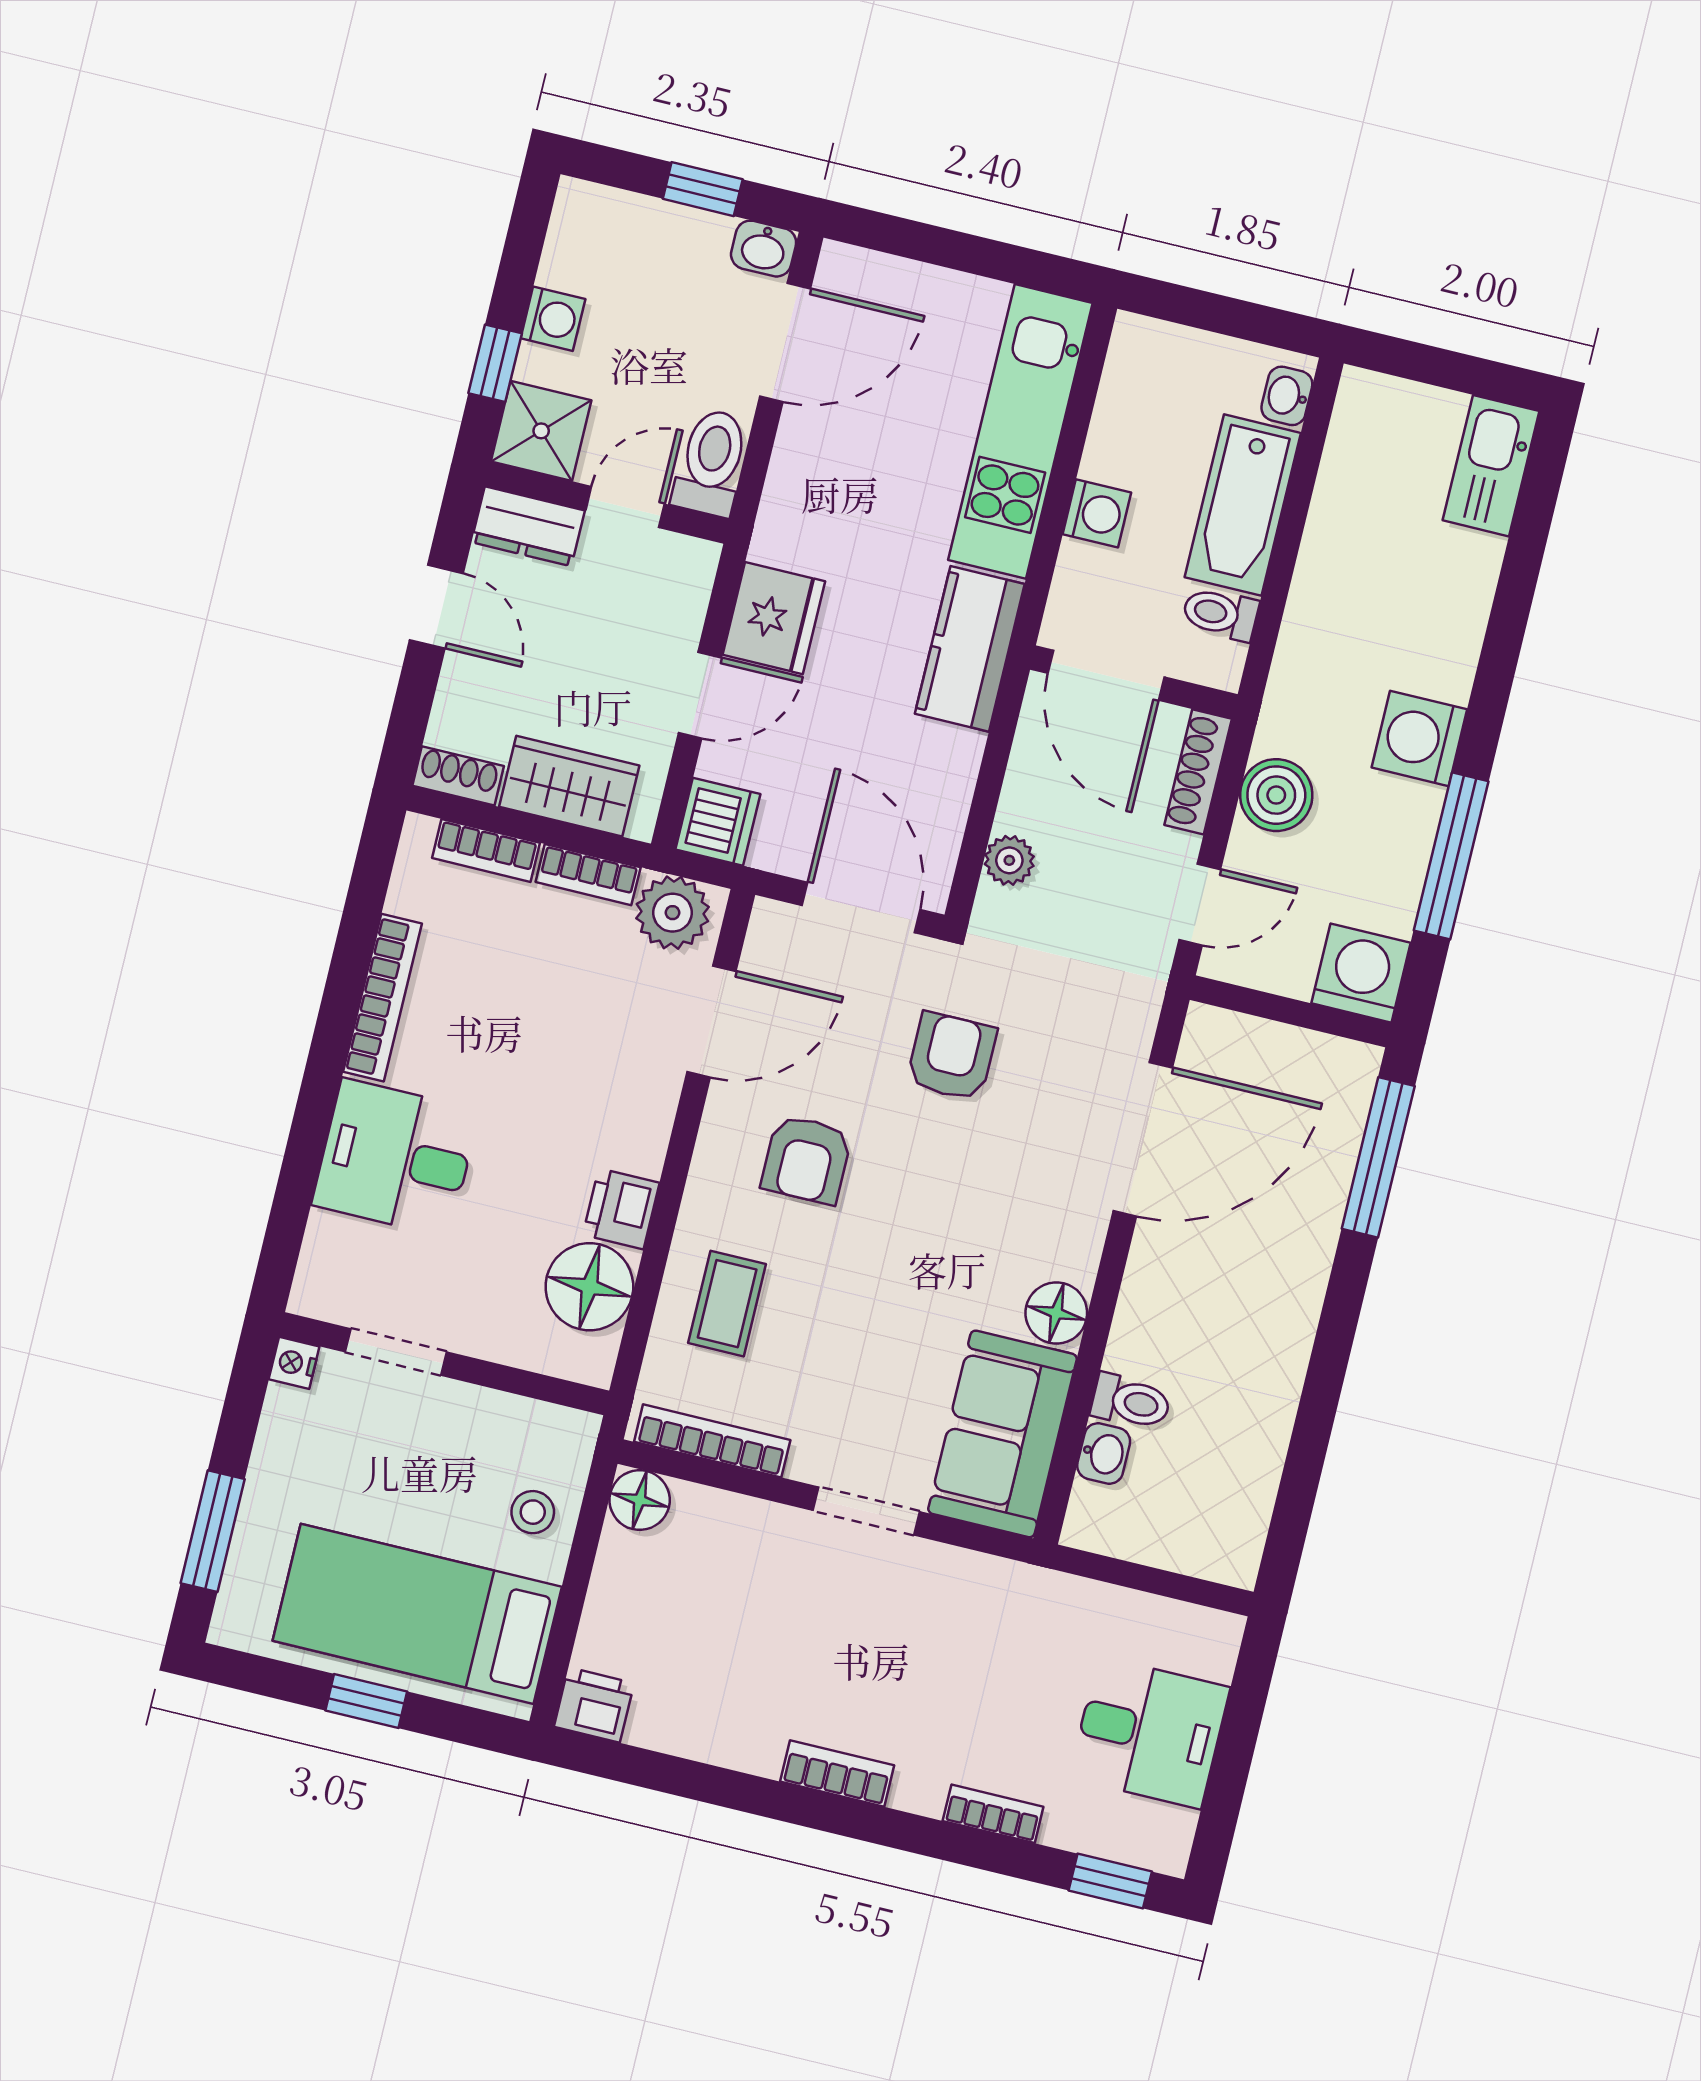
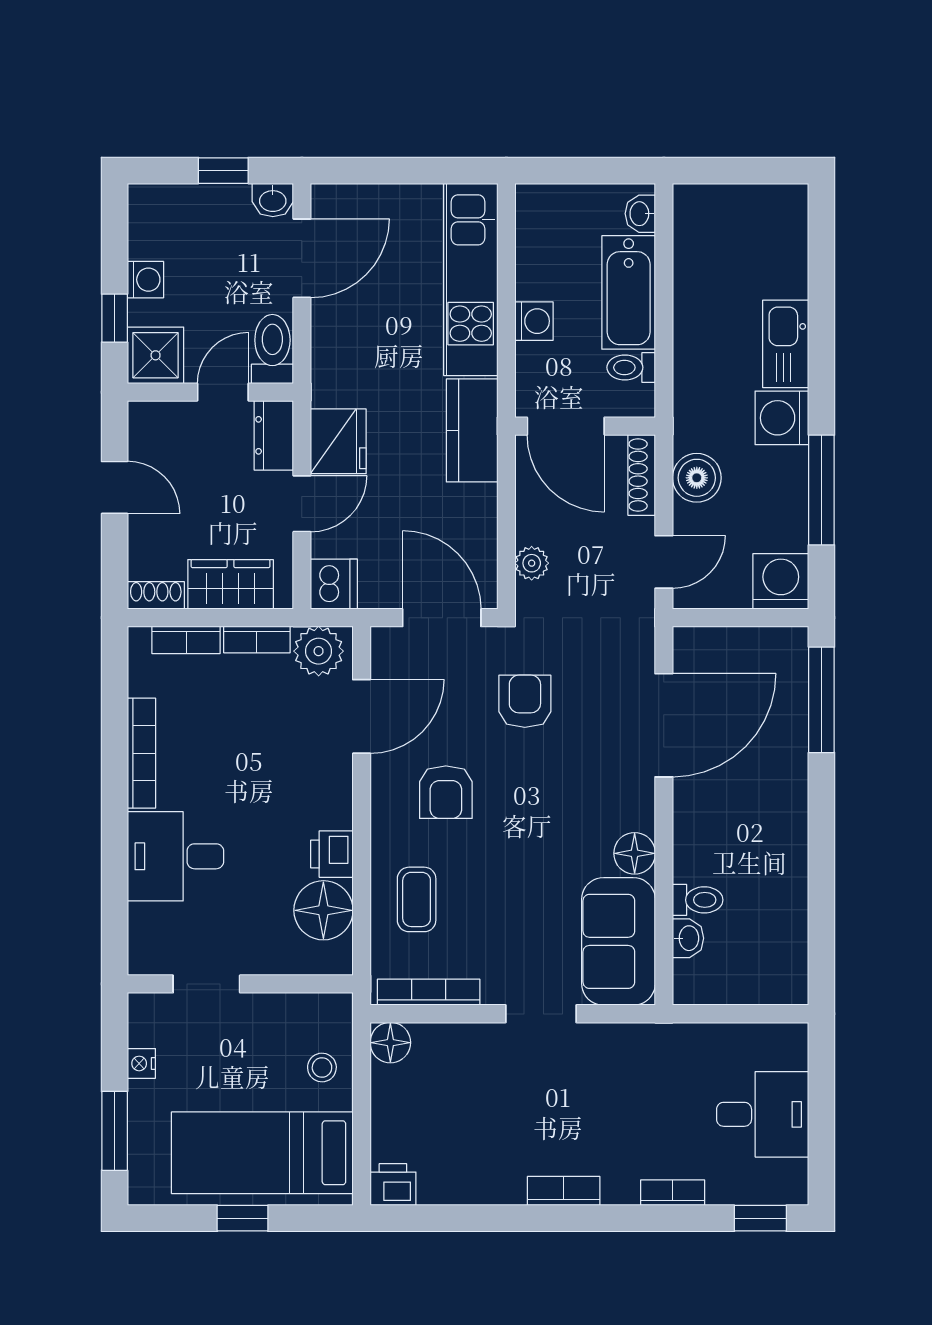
kitchen sink: (1491, 466) -> (786, 344), moved
dresser: (528, 526) -> (274, 435), moved, turned 90
nightstand: (294, 1363) -> (141, 1063), moved

